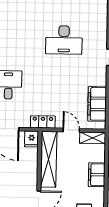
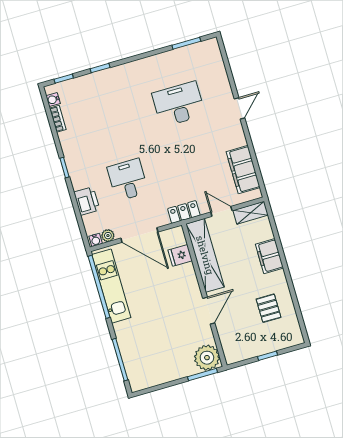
desk: (64, 40) -> (179, 104), turned 180
fridge: (32, 139) -> (180, 255), moved, turned 90

